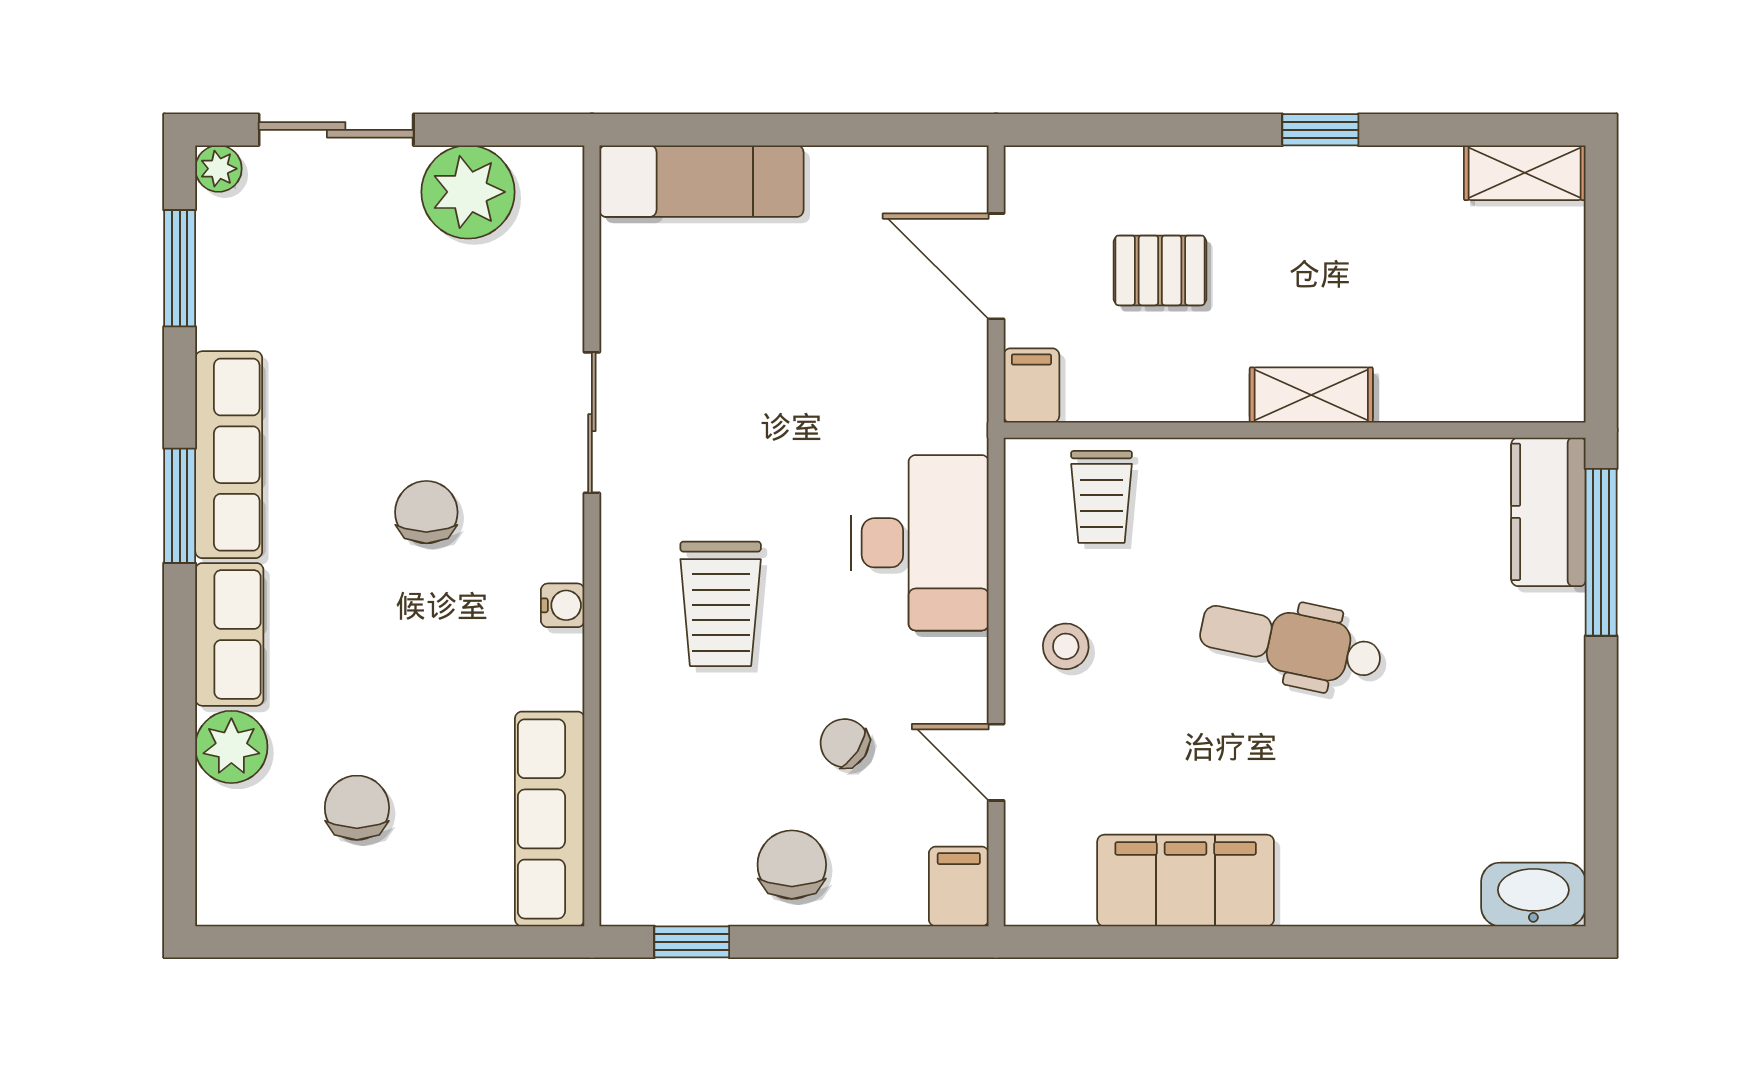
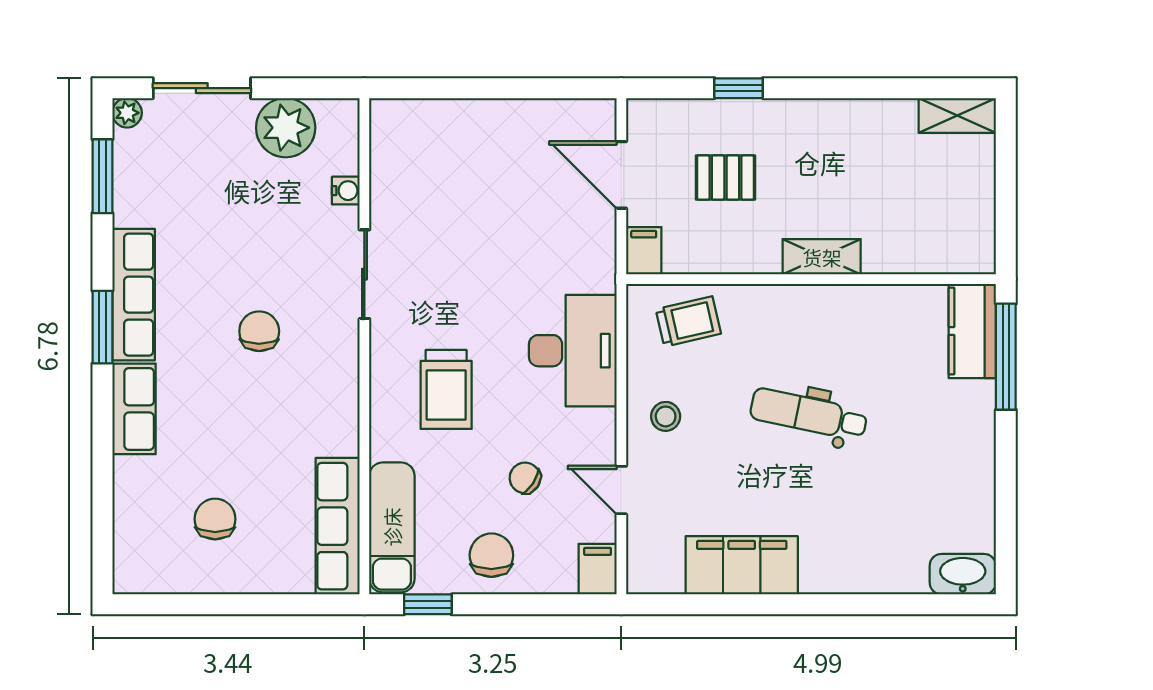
window: (1320, 130) -> (739, 88), moved
exam couch: (701, 181) -> (392, 527), moved, turned -90
trolley: (1102, 497) -> (688, 321), turned -103
water cooler: (563, 605) -> (346, 191), moved
plant: (231, 747) -> (135, 480), removed

